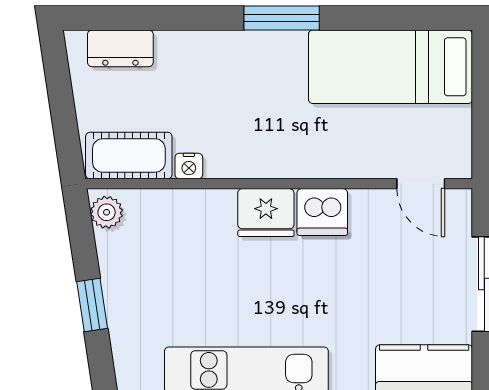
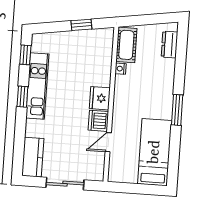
door: (421, 184) -> (108, 142), moved
plant: (107, 212) -> (104, 34), removed
window: (92, 305) -> (81, 25), moved

